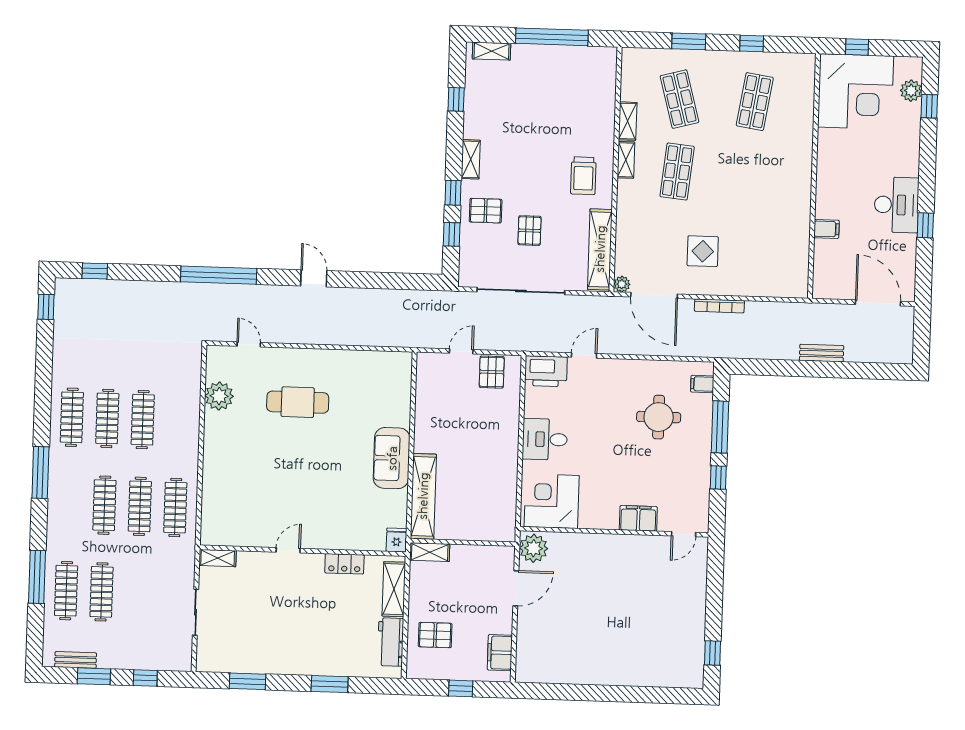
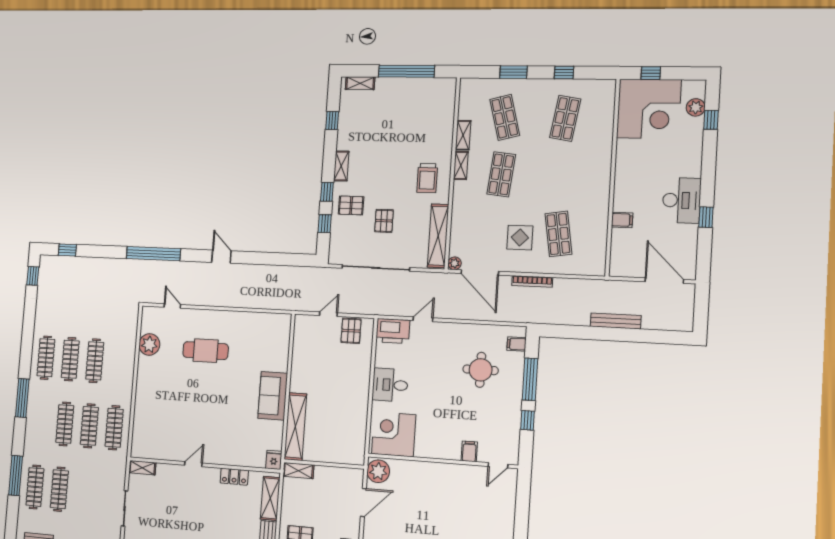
shop shelf: (750, 246) -> (558, 234), added
bench: (822, 353) -> (616, 321), width x1.36
filing cabinet: (638, 518) -> (469, 451), width x0.50

